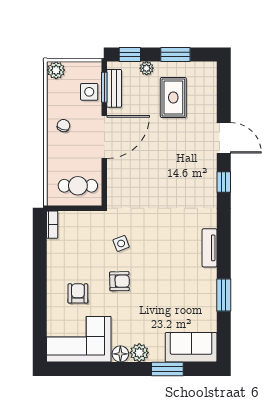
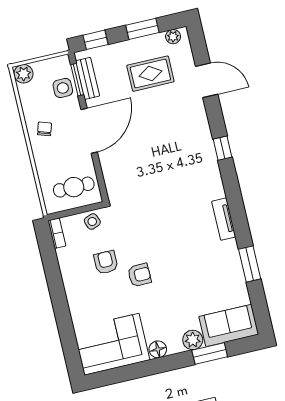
plant: (147, 68) -> (173, 37), moved
rug: (173, 97) -> (150, 74), turned 90
door: (224, 138) -> (207, 80), moved
side table: (121, 243) -> (92, 222), moved
armchair: (78, 293) -> (106, 262), moved
plant: (139, 353) -> (193, 340), moved

